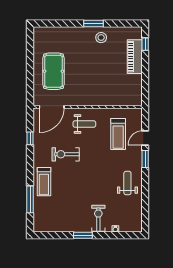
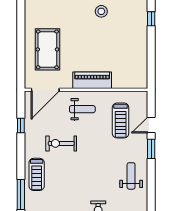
piano: (135, 57) -> (92, 80), moved, turned 90

